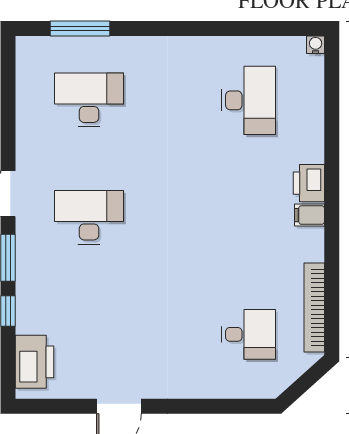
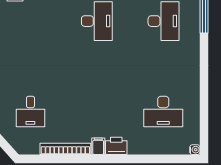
bookcase: (314, 307) -> (65, 149), moved

